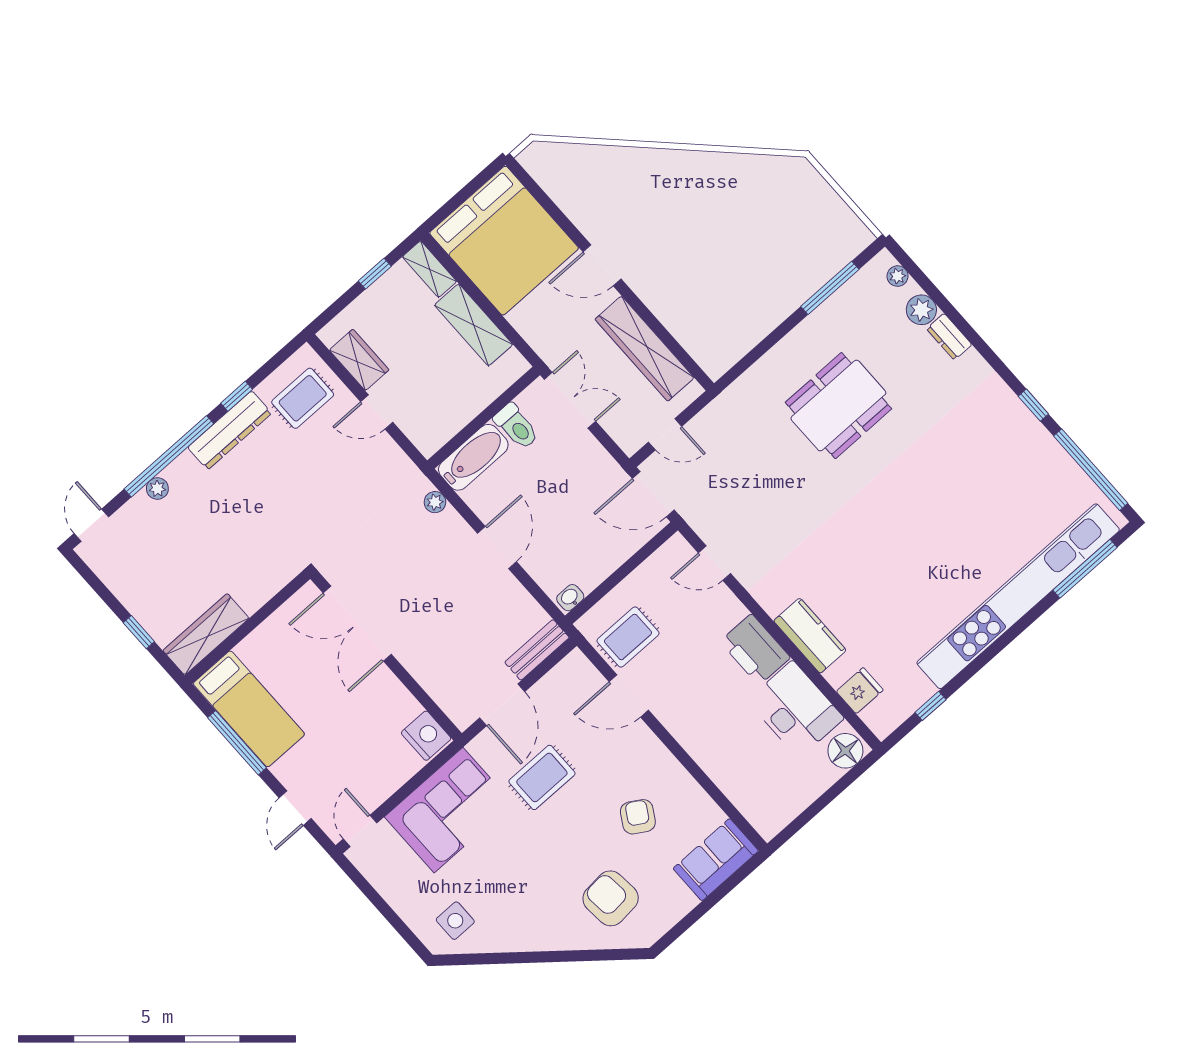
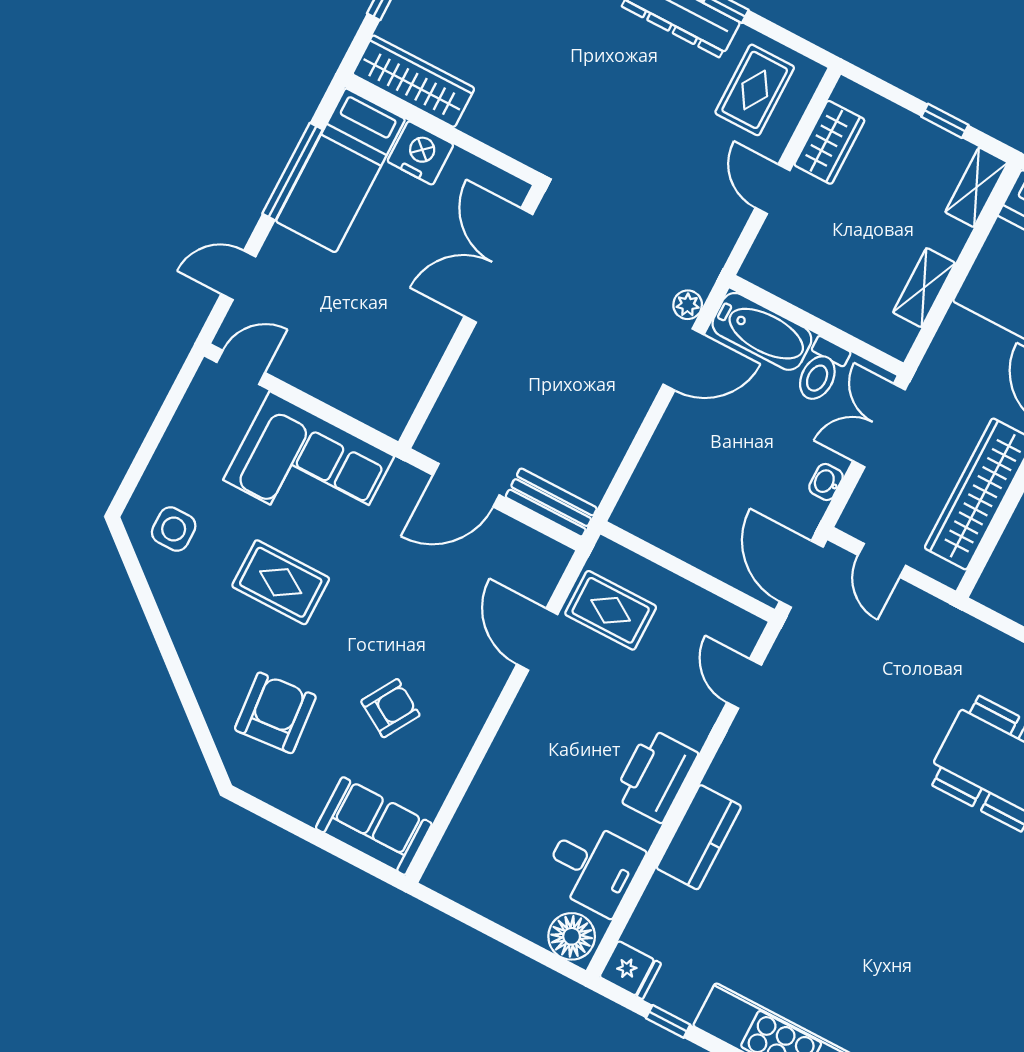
shelving: (474, 325) -> (924, 288), width x0.67, depth x0.75
rug: (303, 398) -> (755, 90), turned 90
double door: (570, 400) -> (879, 425), swing flipped
door: (497, 547) -> (684, 359), moved
washbasin: (570, 598) -> (826, 482), moved, turned -90
fridge: (860, 691) -> (630, 970), moved
desk: (796, 709) -> (593, 867), width x0.73
nightstand: (426, 736) -> (420, 153), moved, turned -90
rug: (542, 777) -> (281, 582), moved

